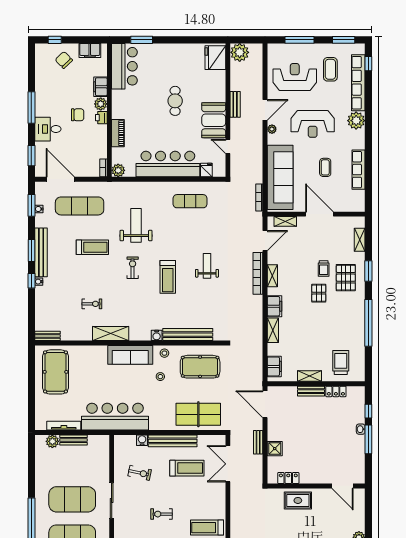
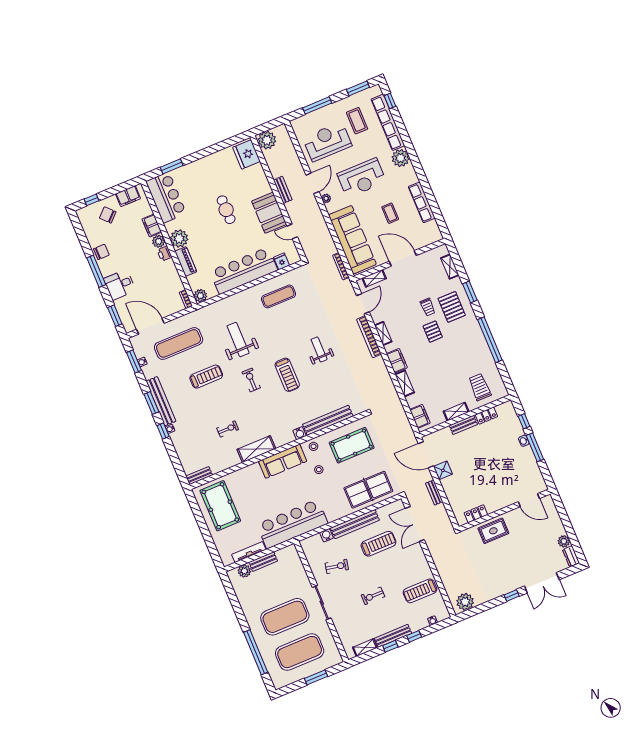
plant: (121, 109) -> (179, 239), added
chair: (78, 115) -> (101, 252), moved
shower: (275, 449) -> (443, 470), moved

